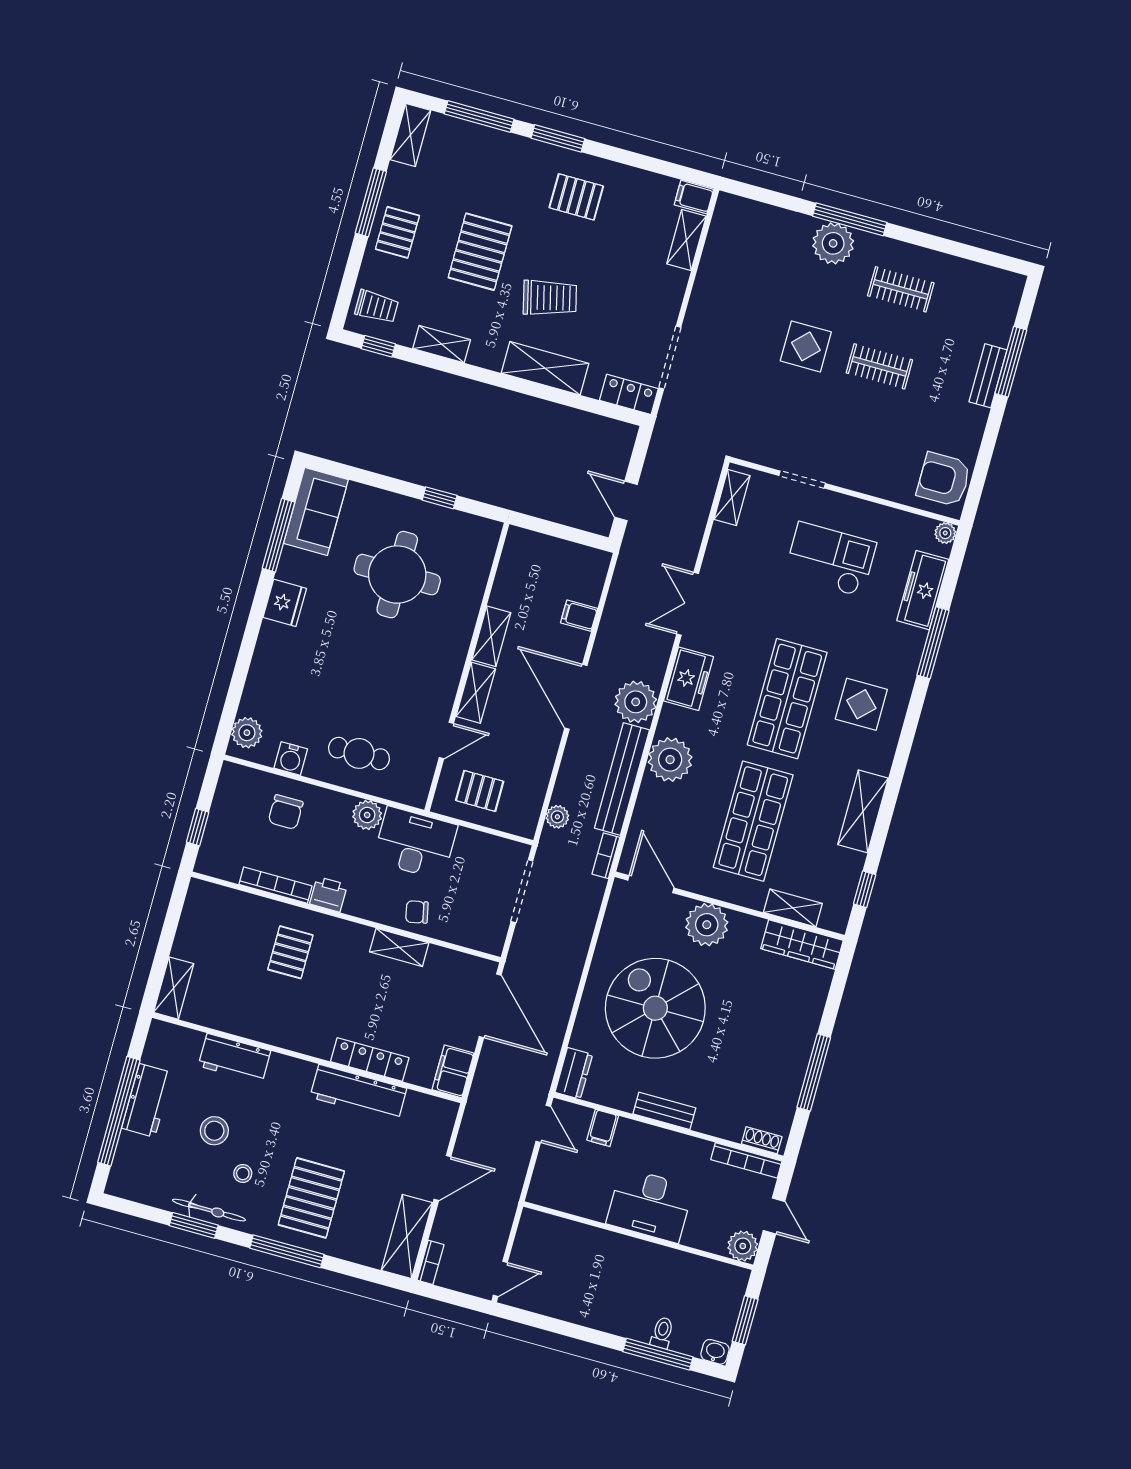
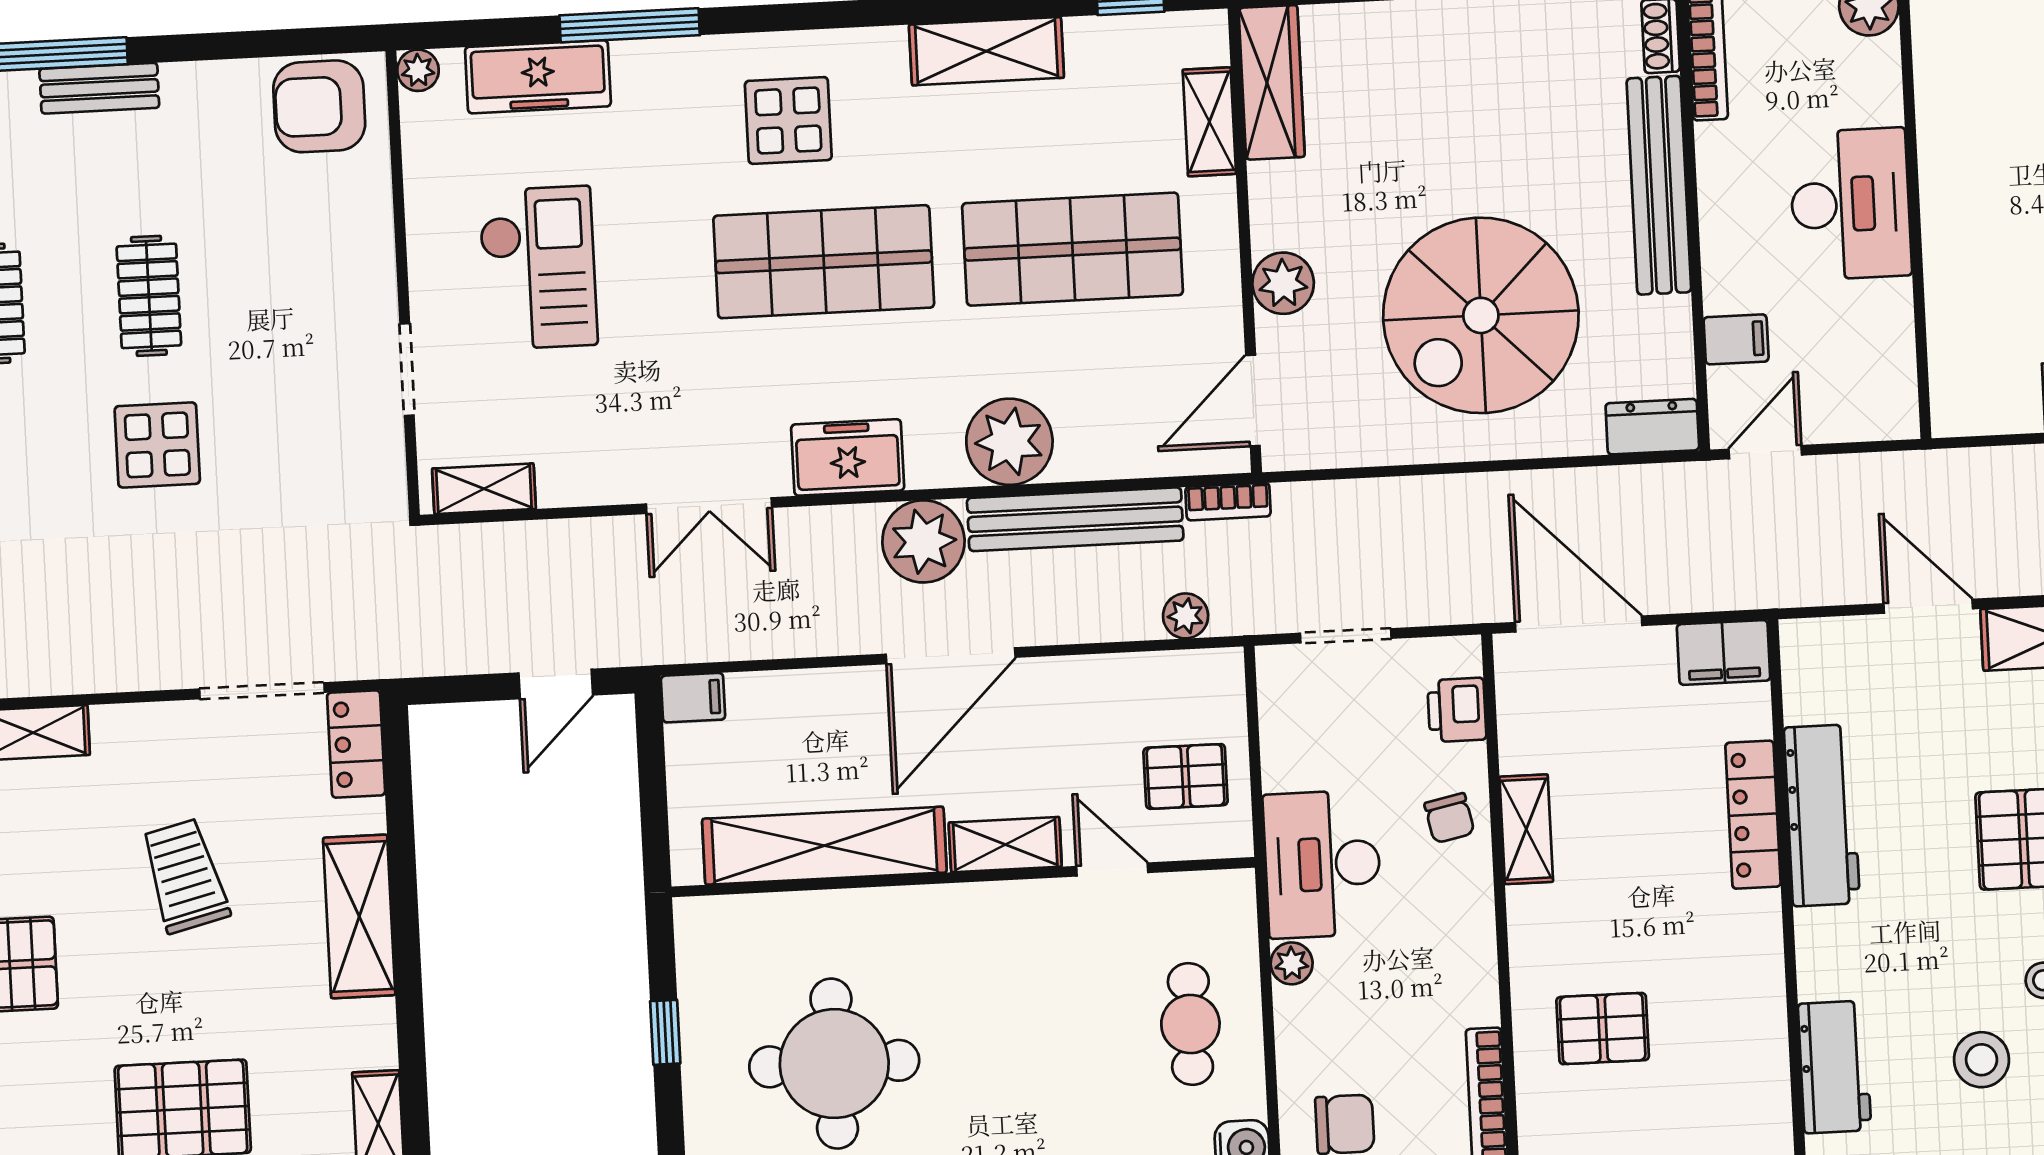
trolley: (550, 298) -> (185, 876), moved
armchair: (944, 479) -> (319, 106), turned 90
checkout: (830, 559) -> (538, 268), turned 180
filing cabinet: (579, 616) -> (693, 698), moved, turned -90
shelving: (491, 636) -> (824, 846), width x2.20, depth x1.33
pallet: (480, 791) -> (1185, 776), turned 90
plant: (367, 815) -> (1292, 963), width x0.73, depth x0.73
doorway: (522, 891) -> (1346, 636), width x0.73
printer: (329, 894) -> (1457, 710), moved
plant: (707, 925) -> (1283, 283), width x0.73, depth x0.73
door: (490, 1006) -> (1579, 624), hinge flipped
bench: (664, 1111) -> (1659, 185), width x1.86, depth x1.21

